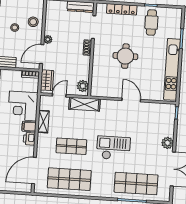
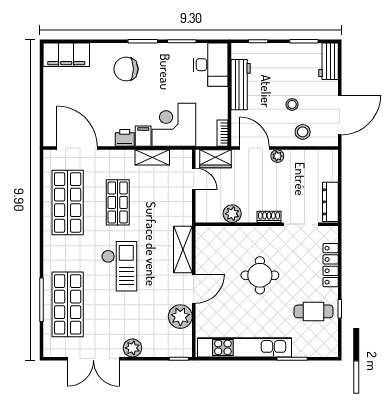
plant: (83, 86) -> (232, 214), moved
shelving: (84, 104) -> (183, 250), moved
plant: (149, 110) -> (180, 317), added

